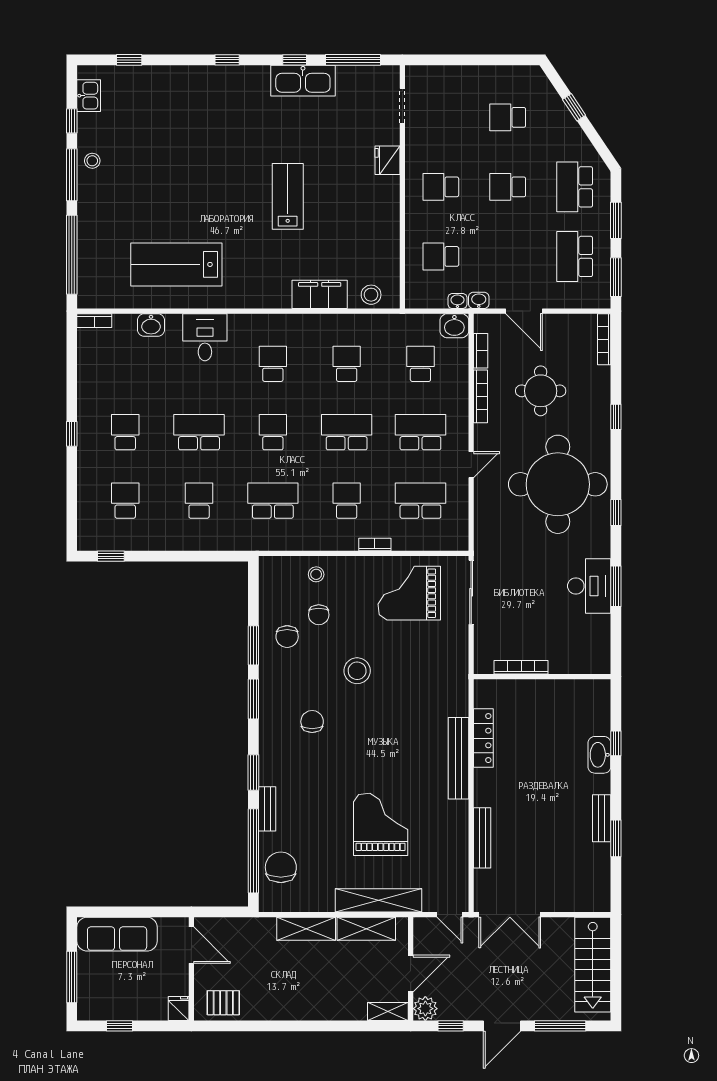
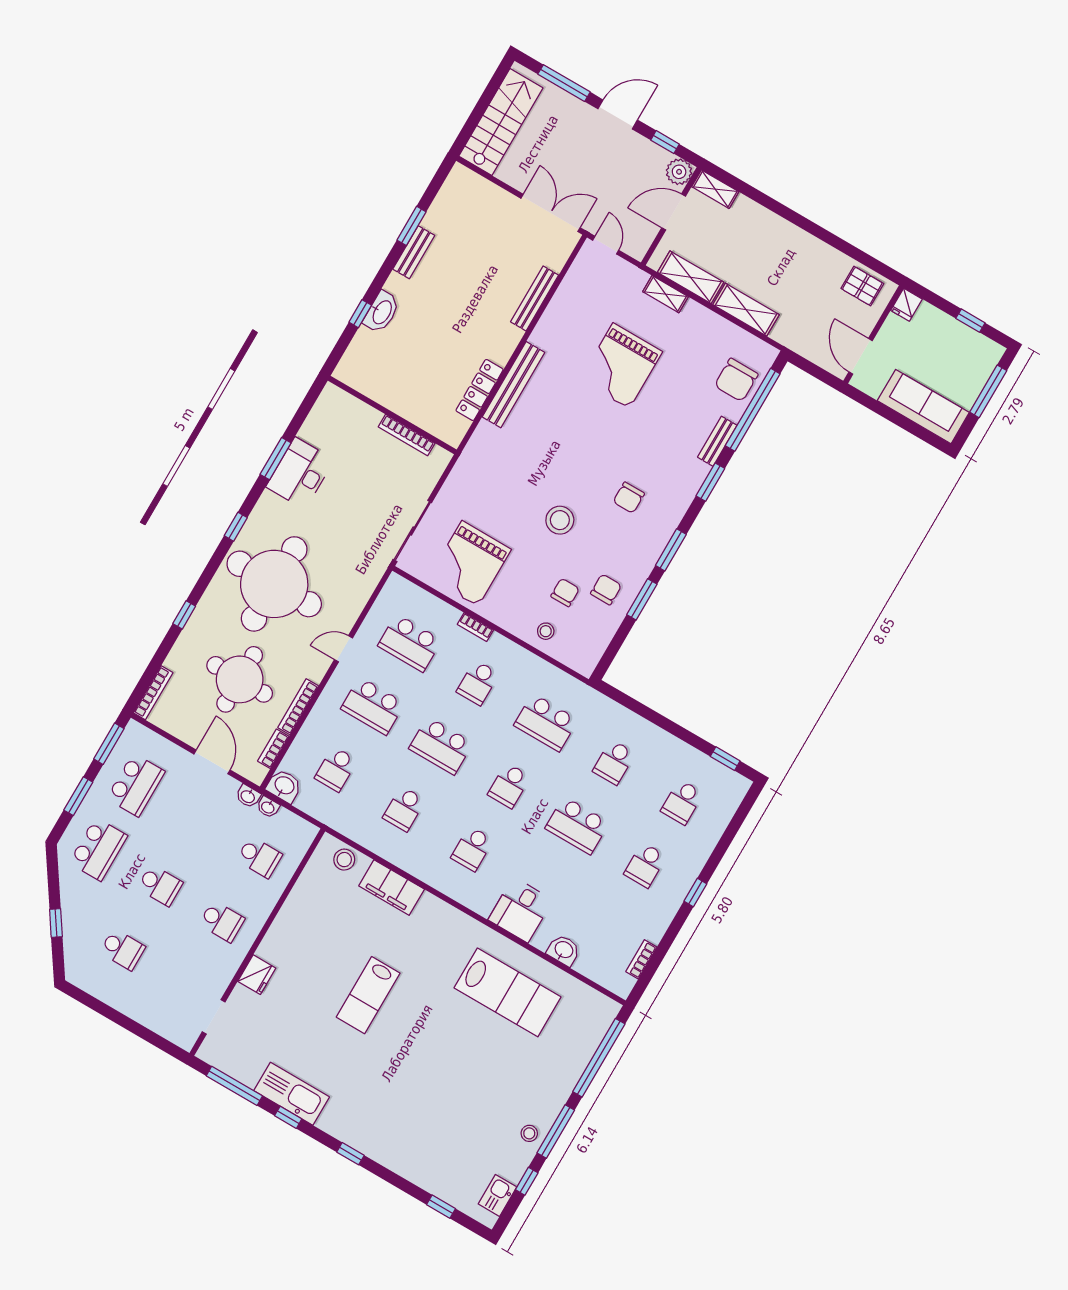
bookcase: (94, 321) -> (641, 959), moved, turned -90
round table: (541, 391) -> (240, 679), width x1.36, depth x1.36
grand piano: (409, 593) -> (470, 564), turned 90
shelving: (378, 900) -> (666, 294), width x0.45, depth x0.75

